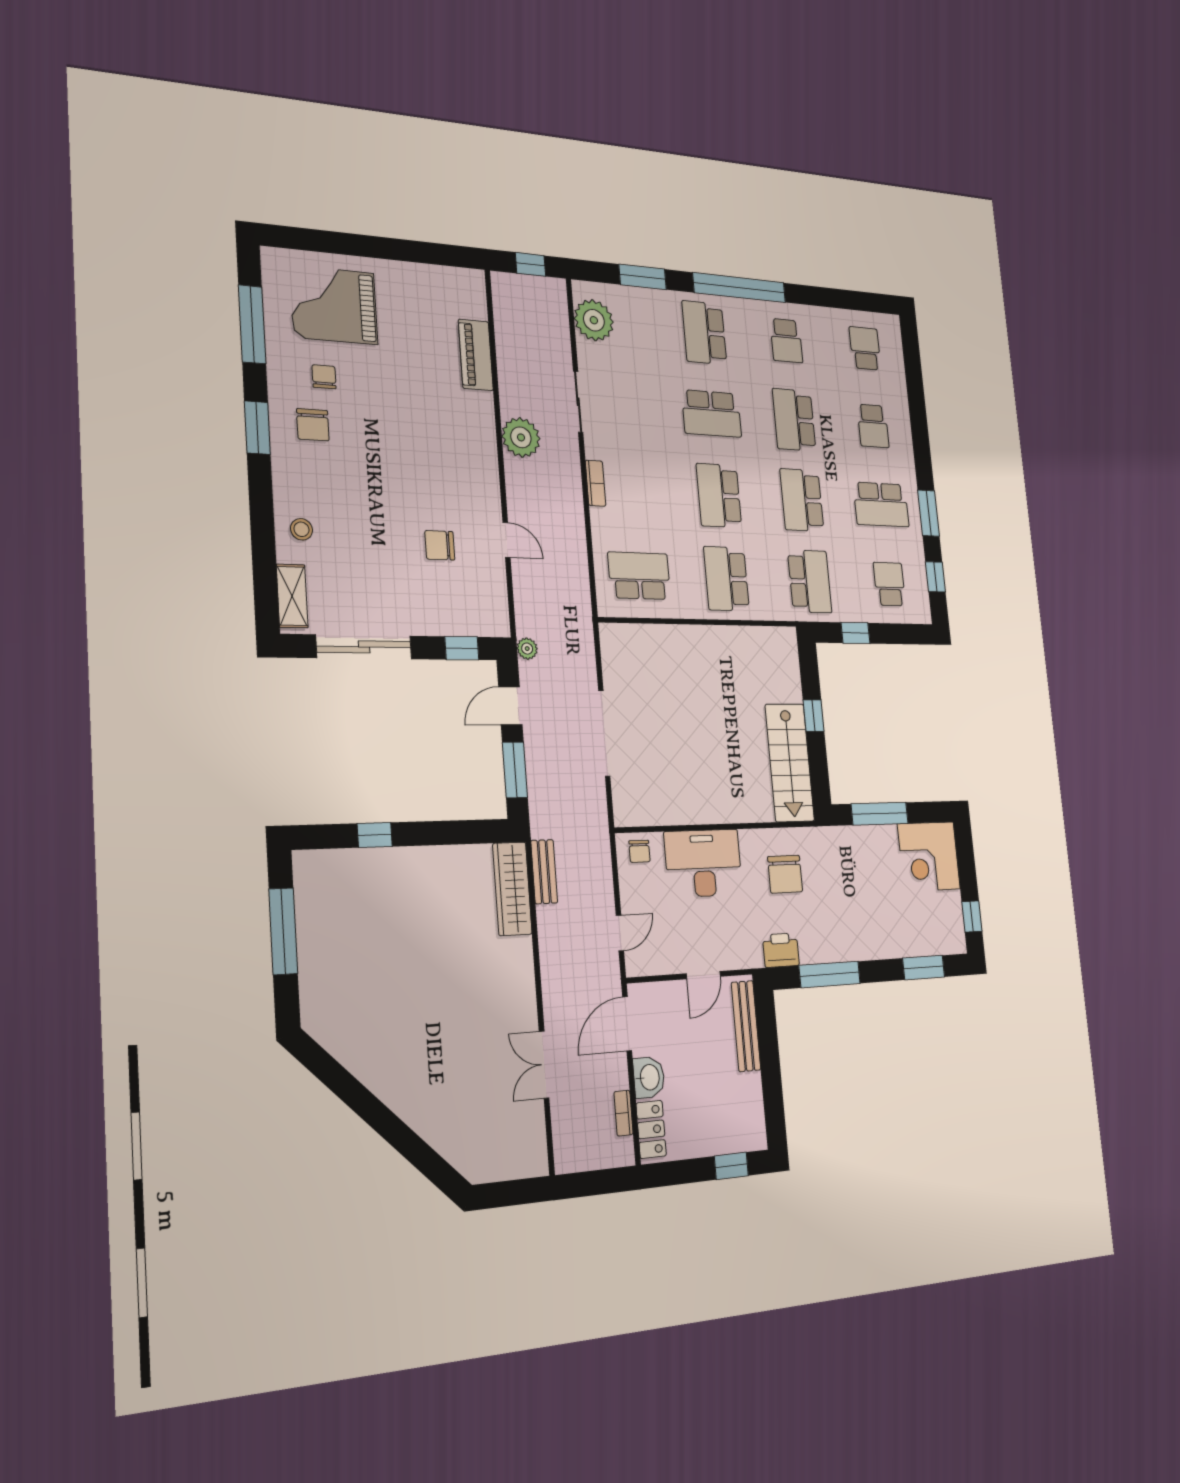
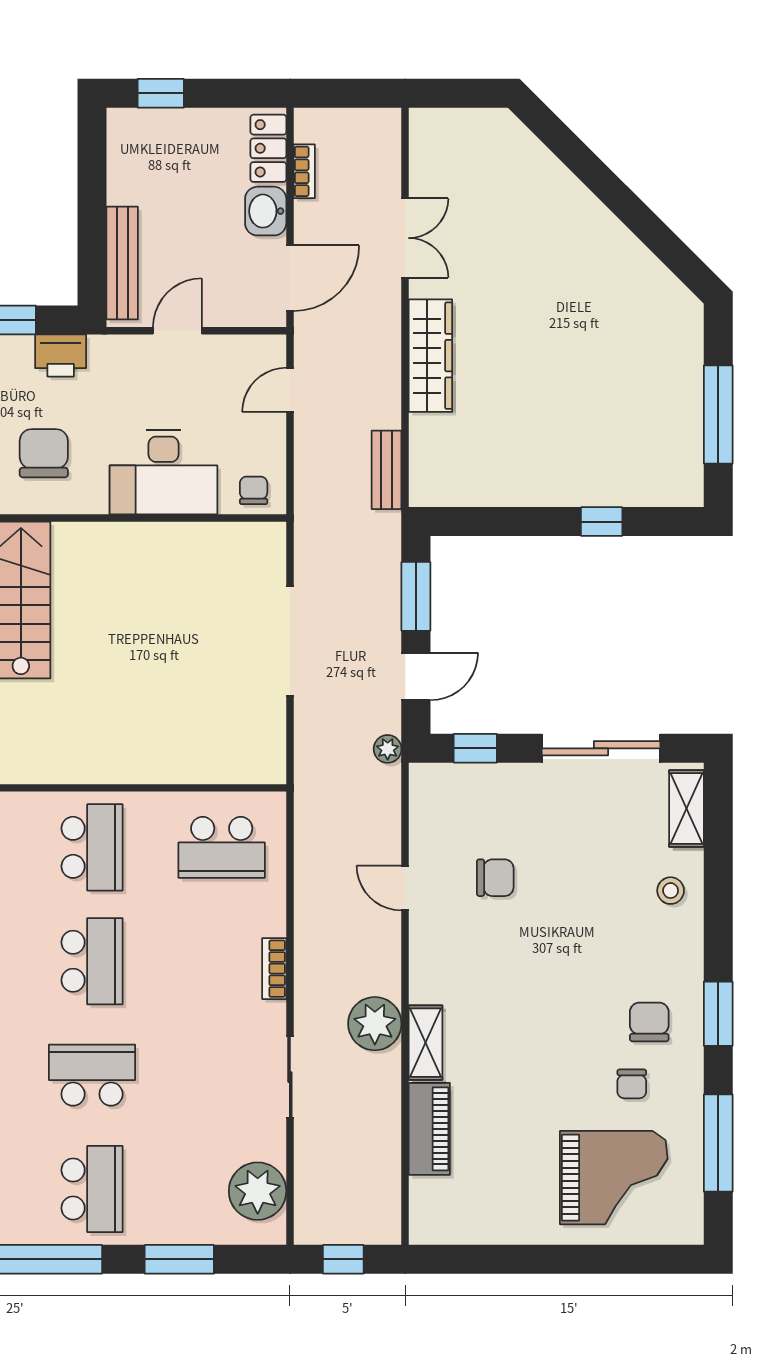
shelving: (483, 420) -> (425, 1043), added
wardrobe: (512, 889) -> (430, 356), moved

